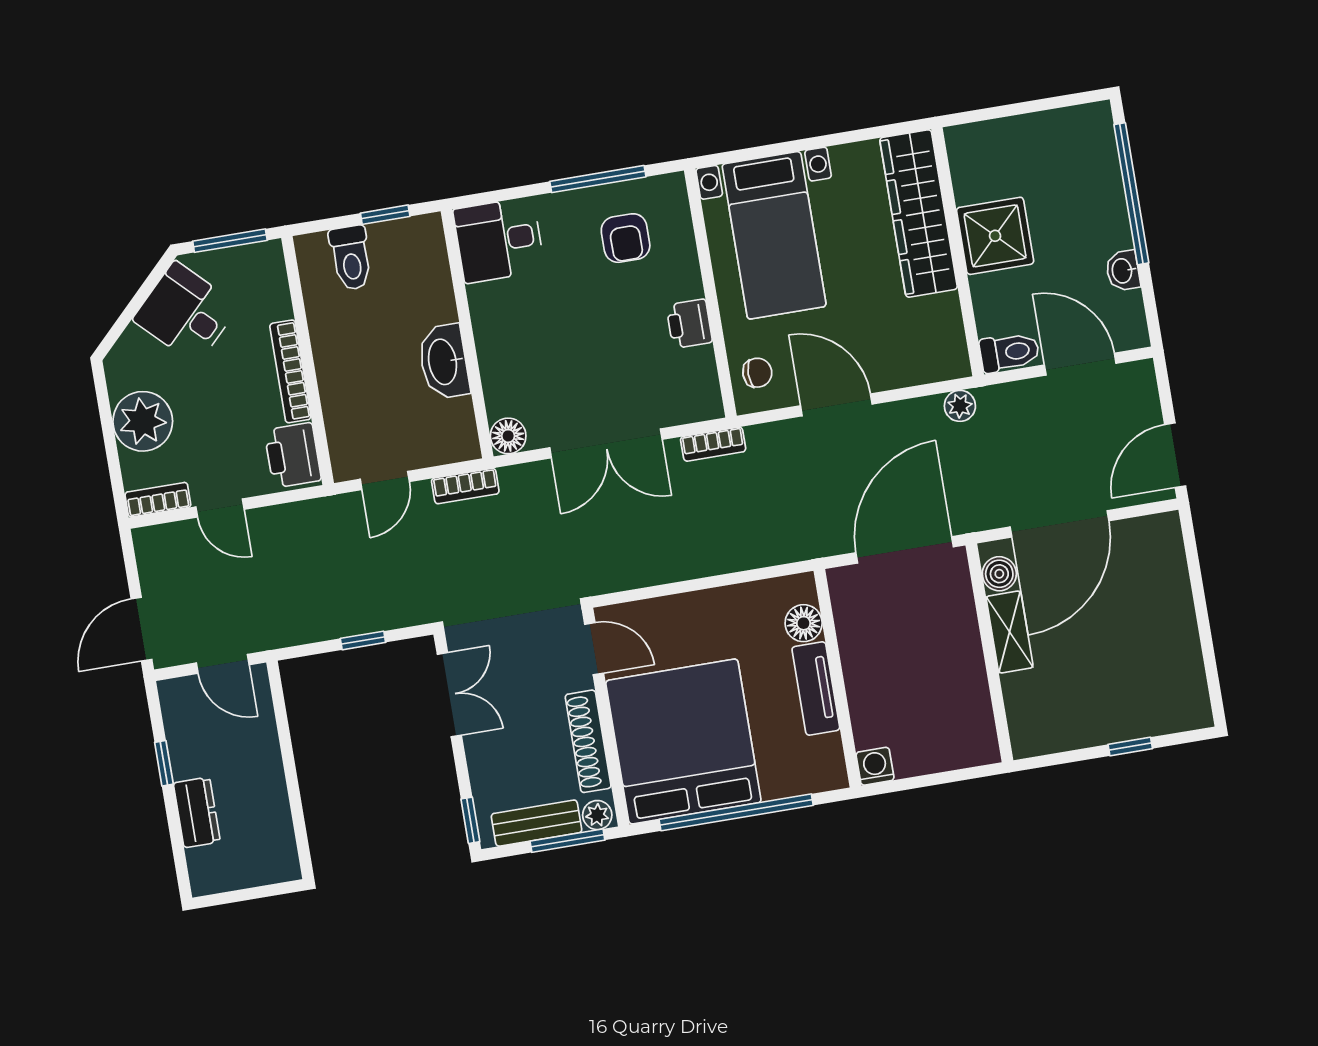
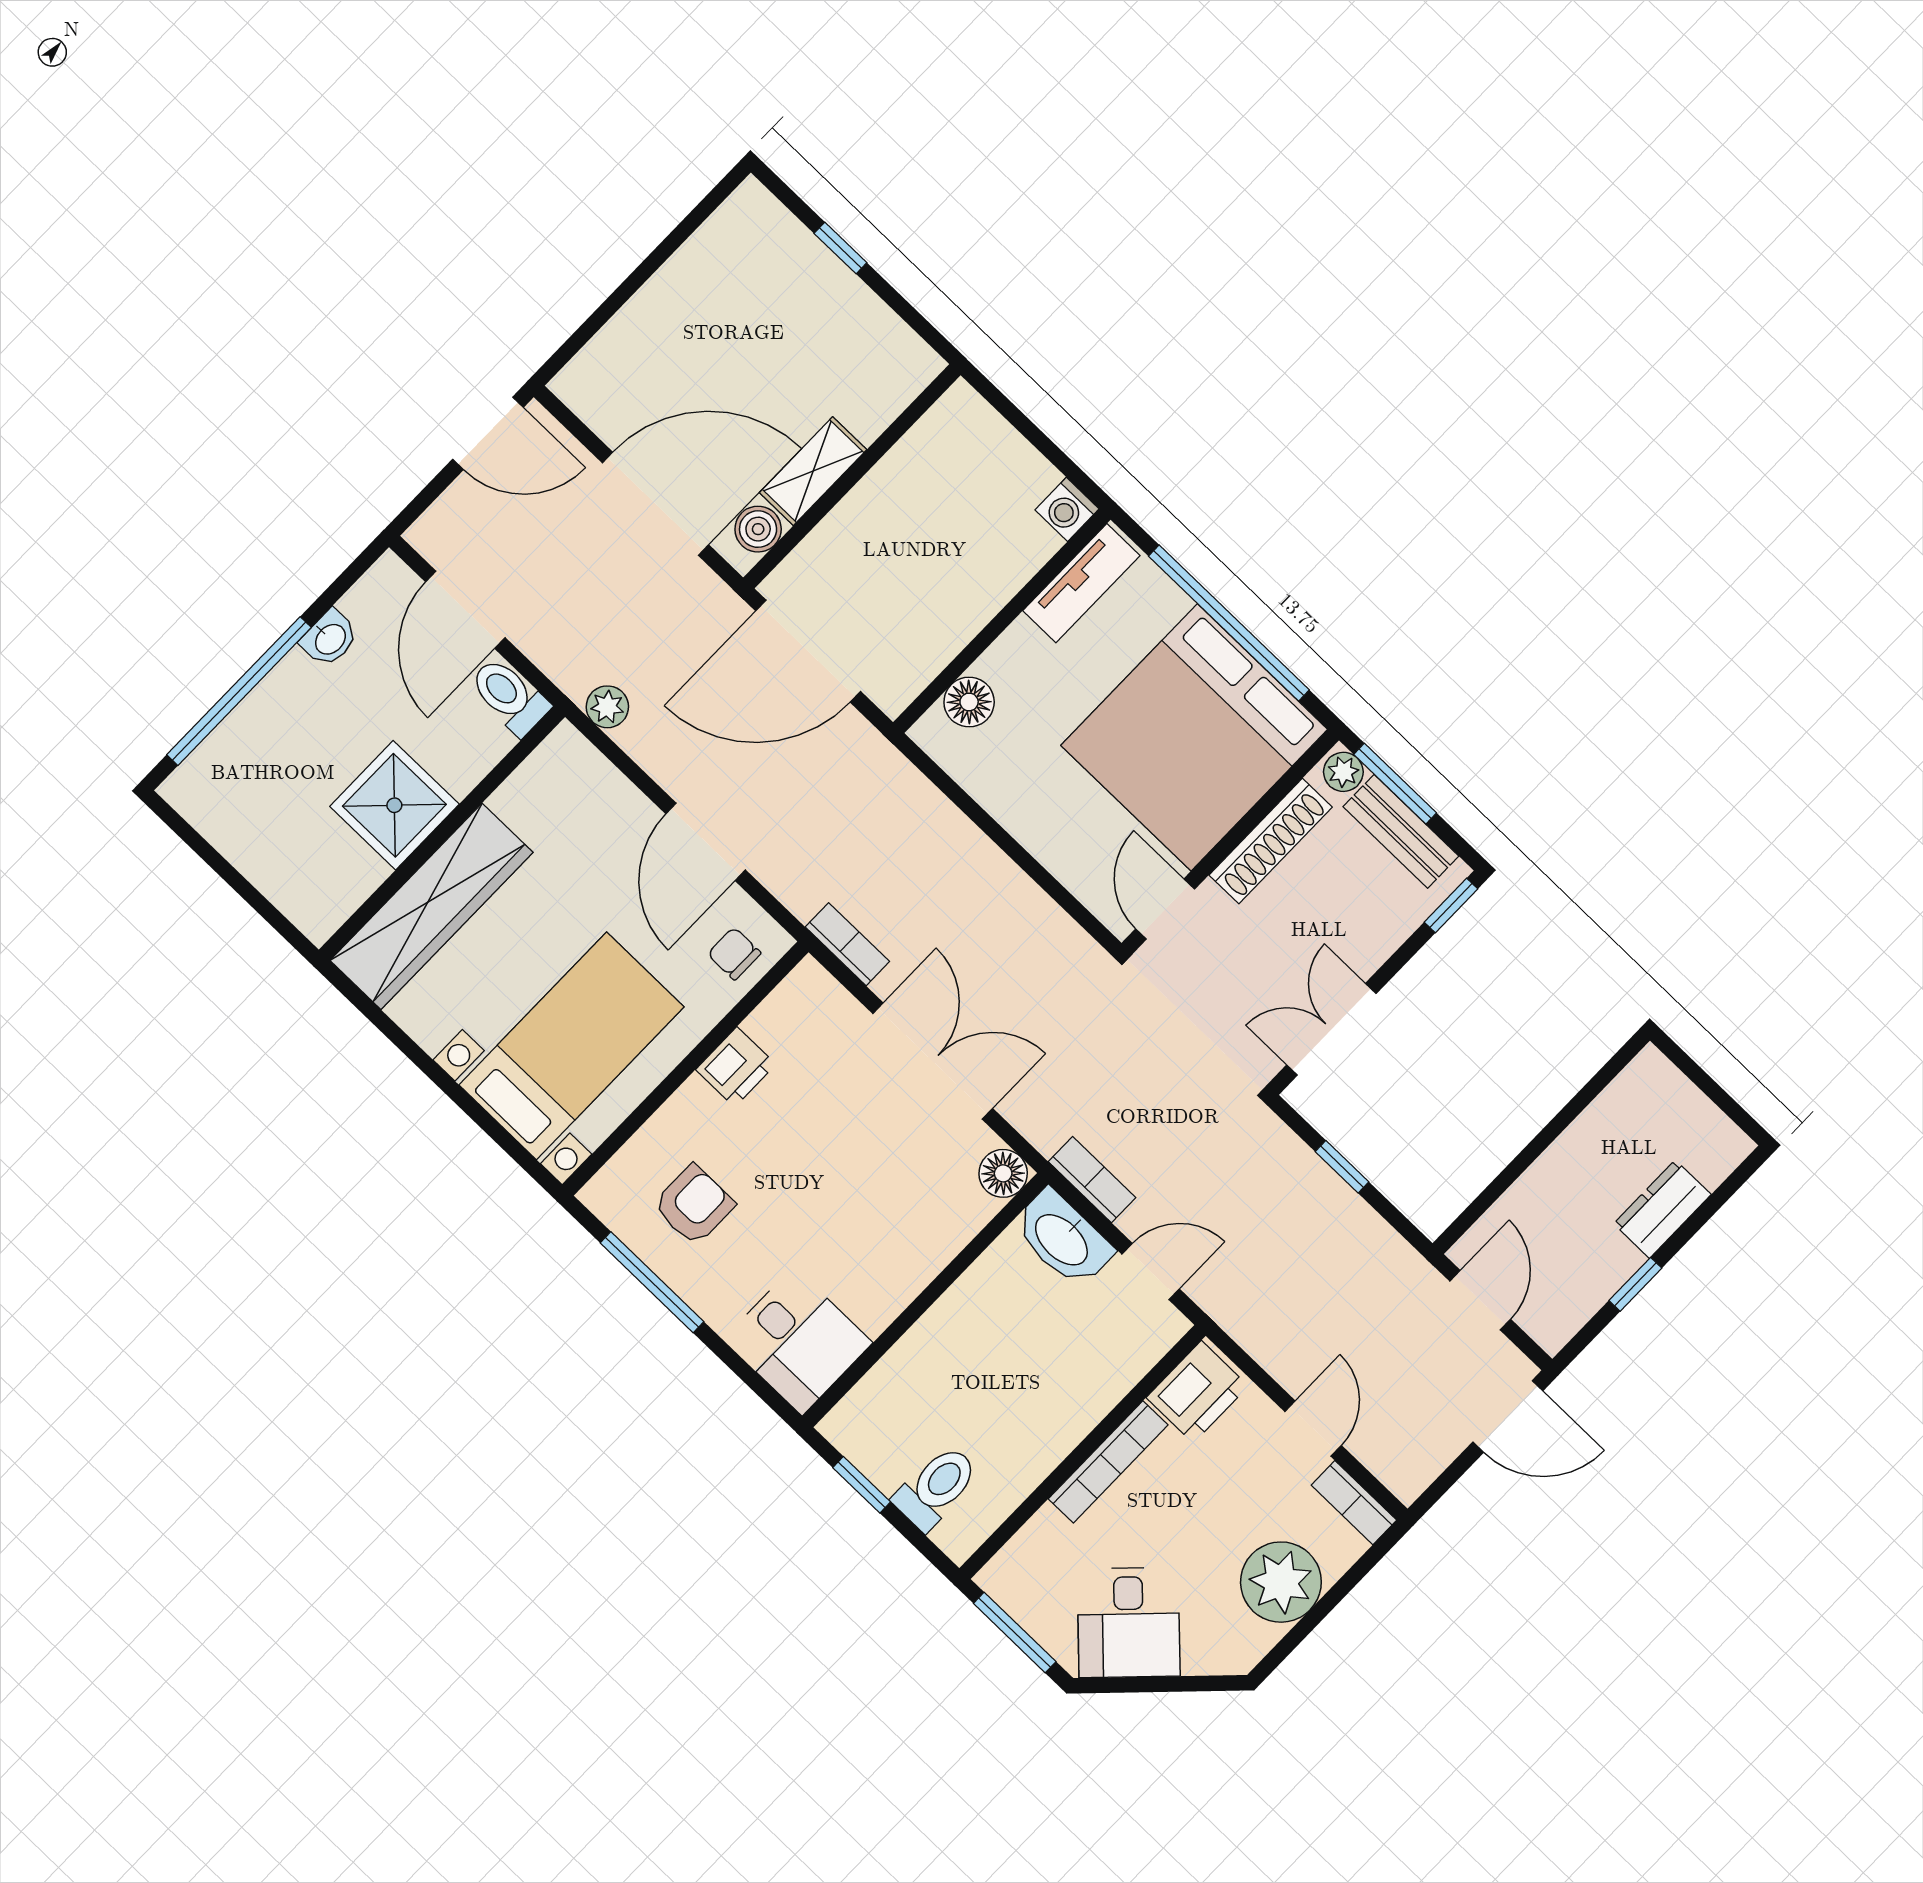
washbasin: (444, 362) -> (1063, 1239), moved, turned 90
tv unit: (816, 689) -> (1081, 583), moved

